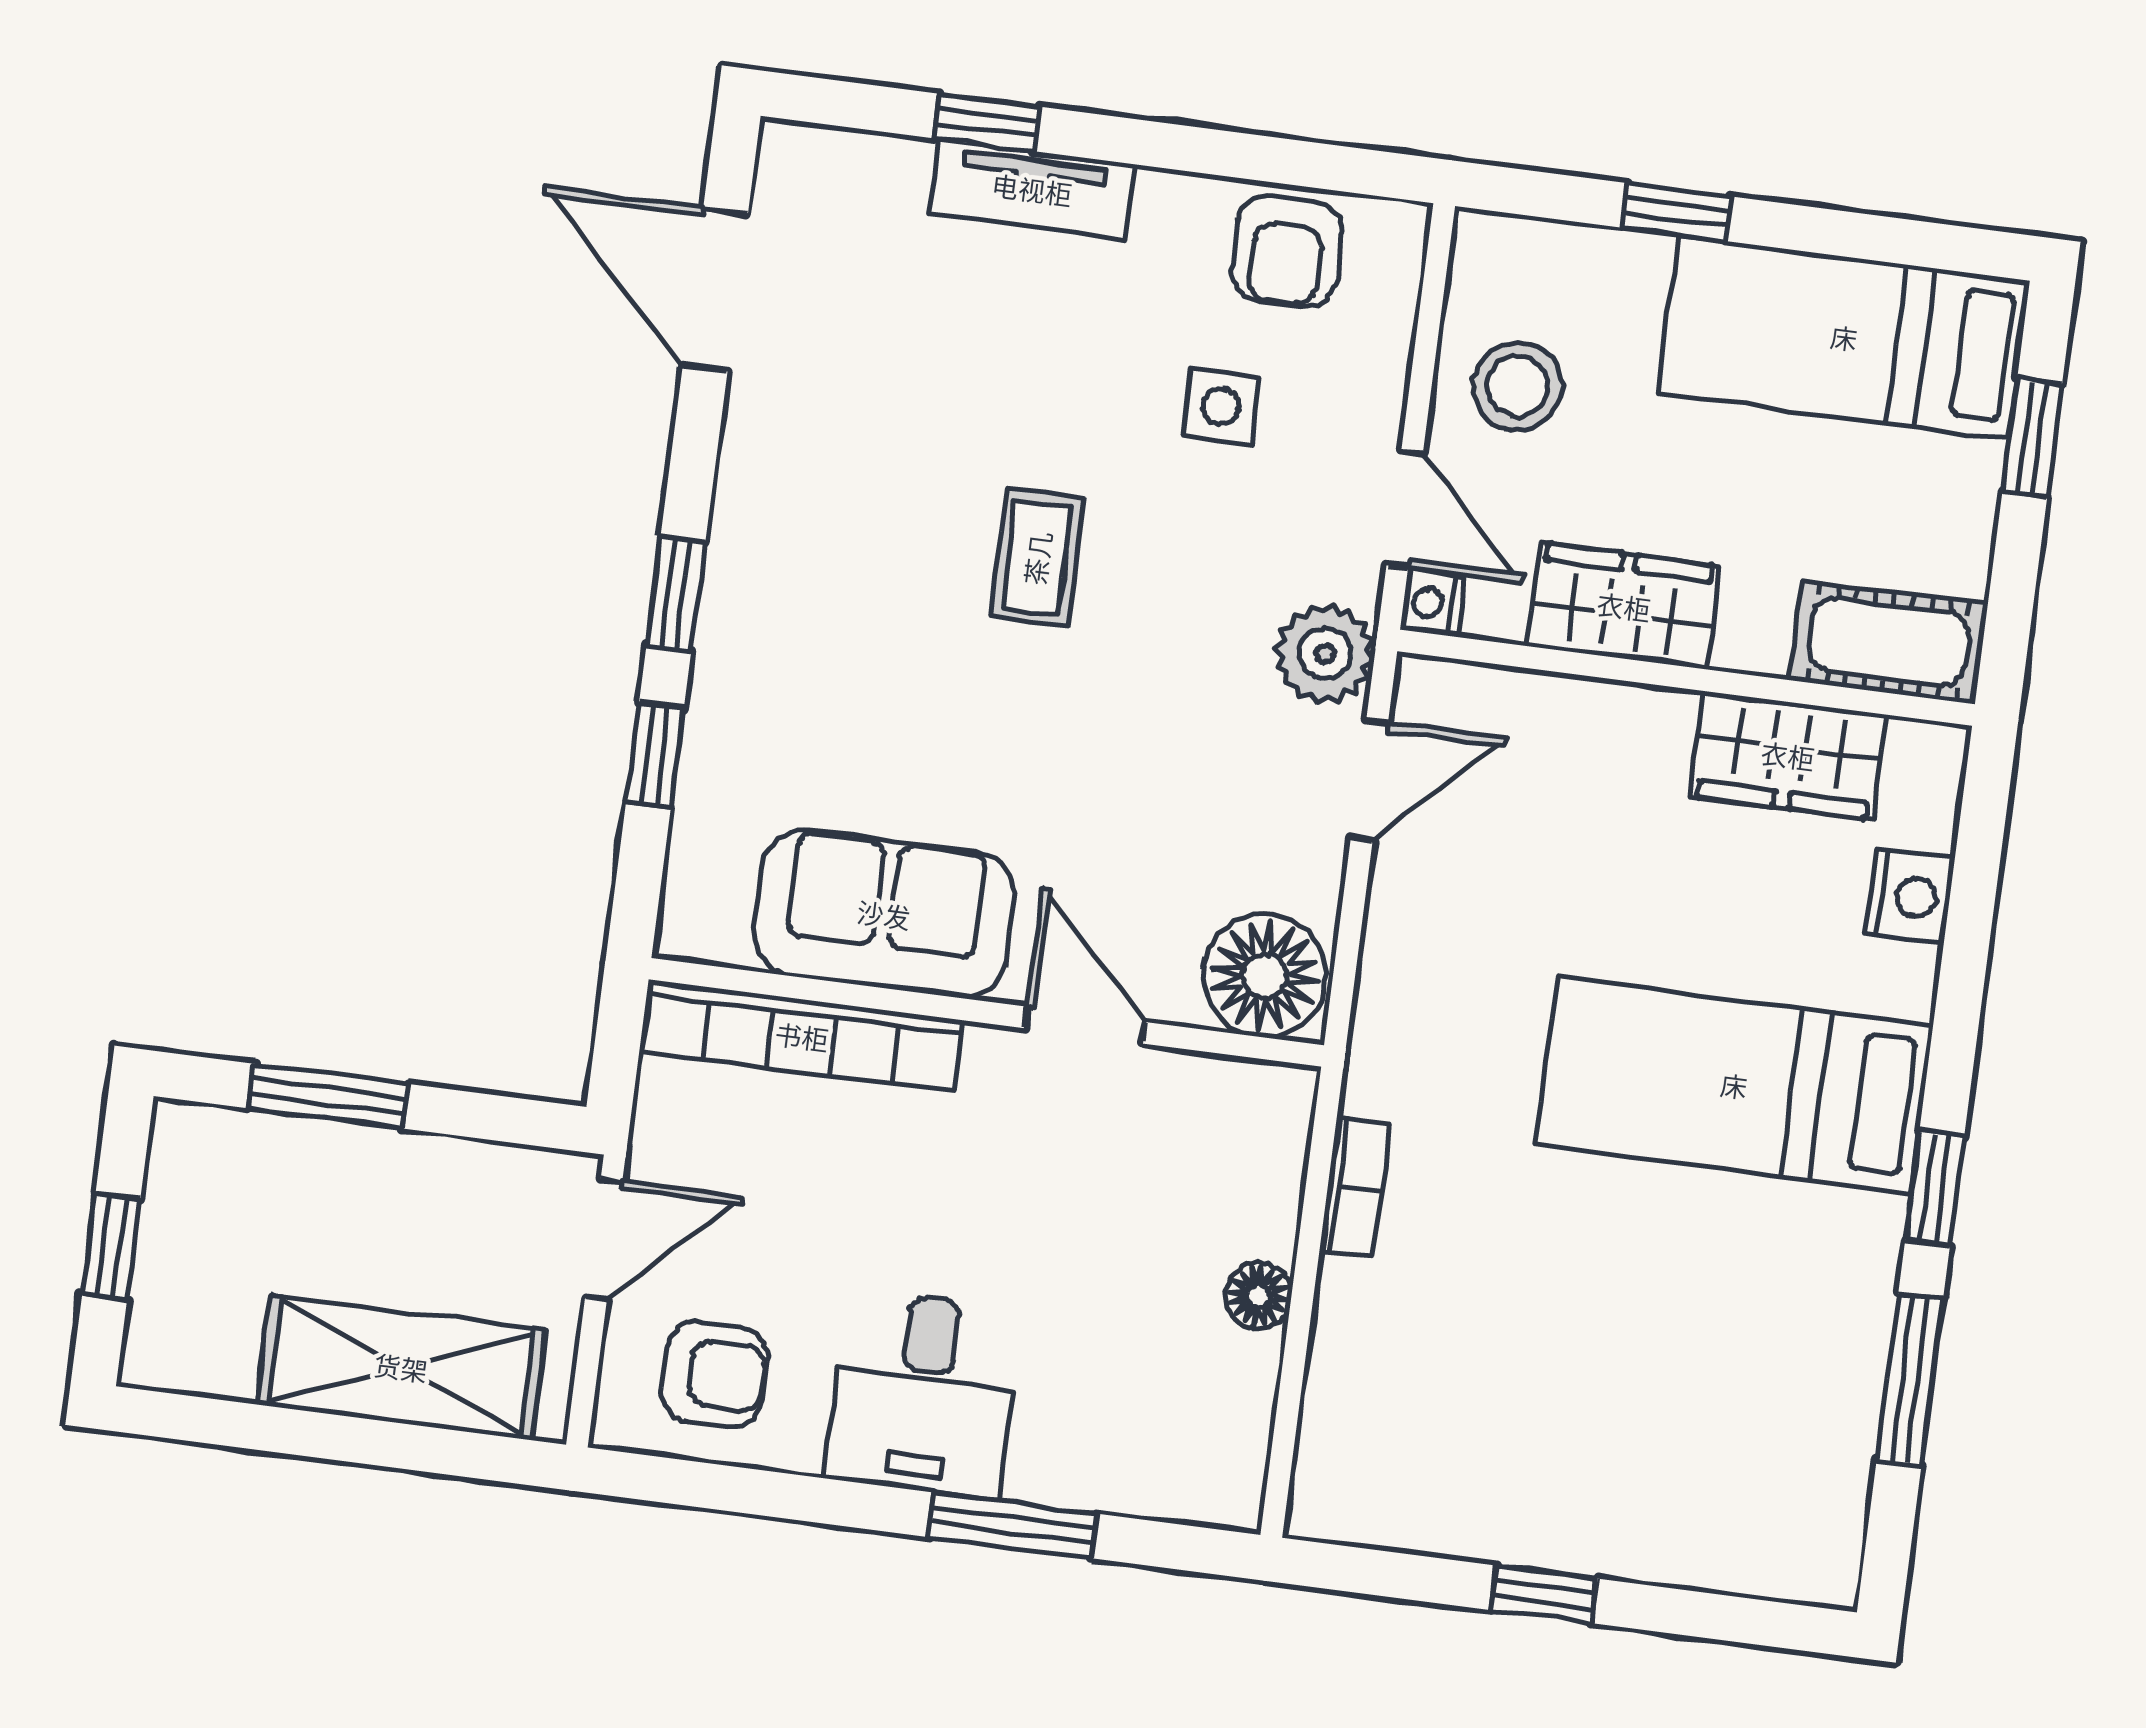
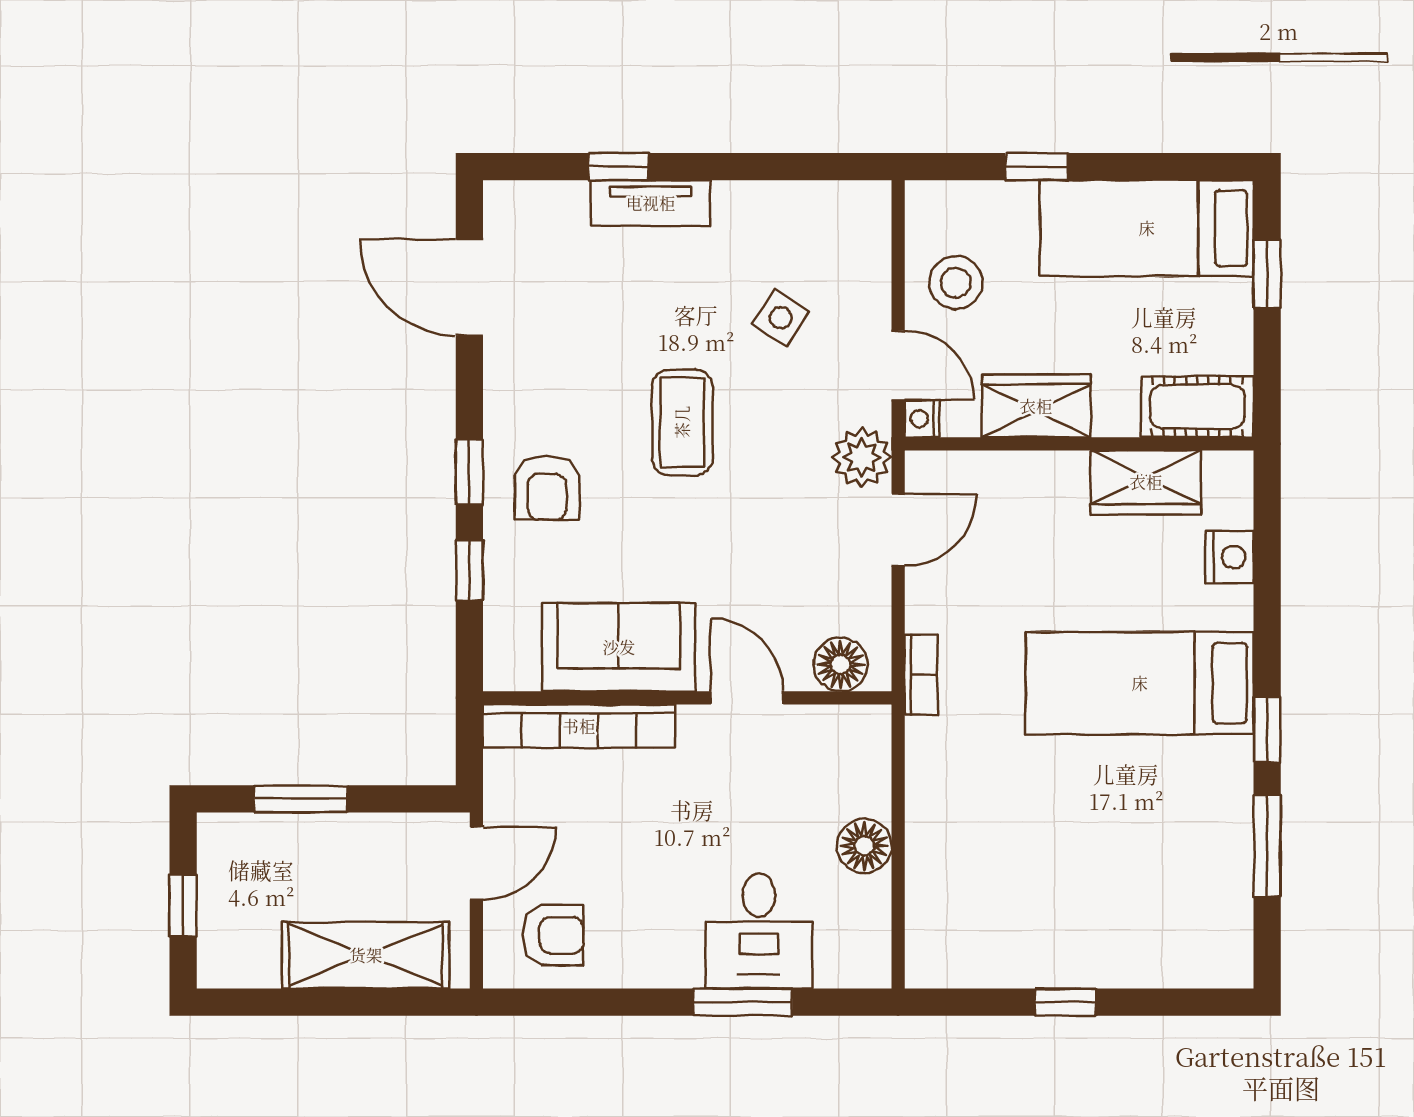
armchair: (1287, 251) -> (547, 488), moved
side table: (1221, 406) -> (781, 318), turned 34
coffee table: (1037, 558) -> (682, 422), width x1.36, depth x1.30
floor lamp: (1265, 975) -> (841, 664), width x0.73, depth x0.73
bookcase: (1355, 1187) -> (921, 674), moved
floor lamp: (1258, 1296) -> (864, 846), width x1.37, depth x1.37
desk: (924, 1395) -> (759, 931), moved

